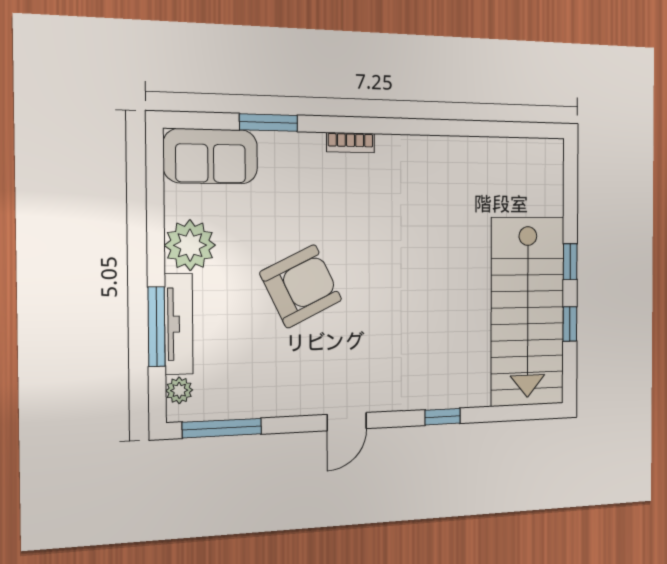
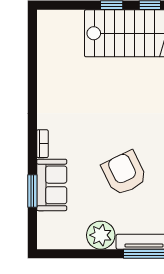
sofa: (211, 156) -> (52, 185), moved

